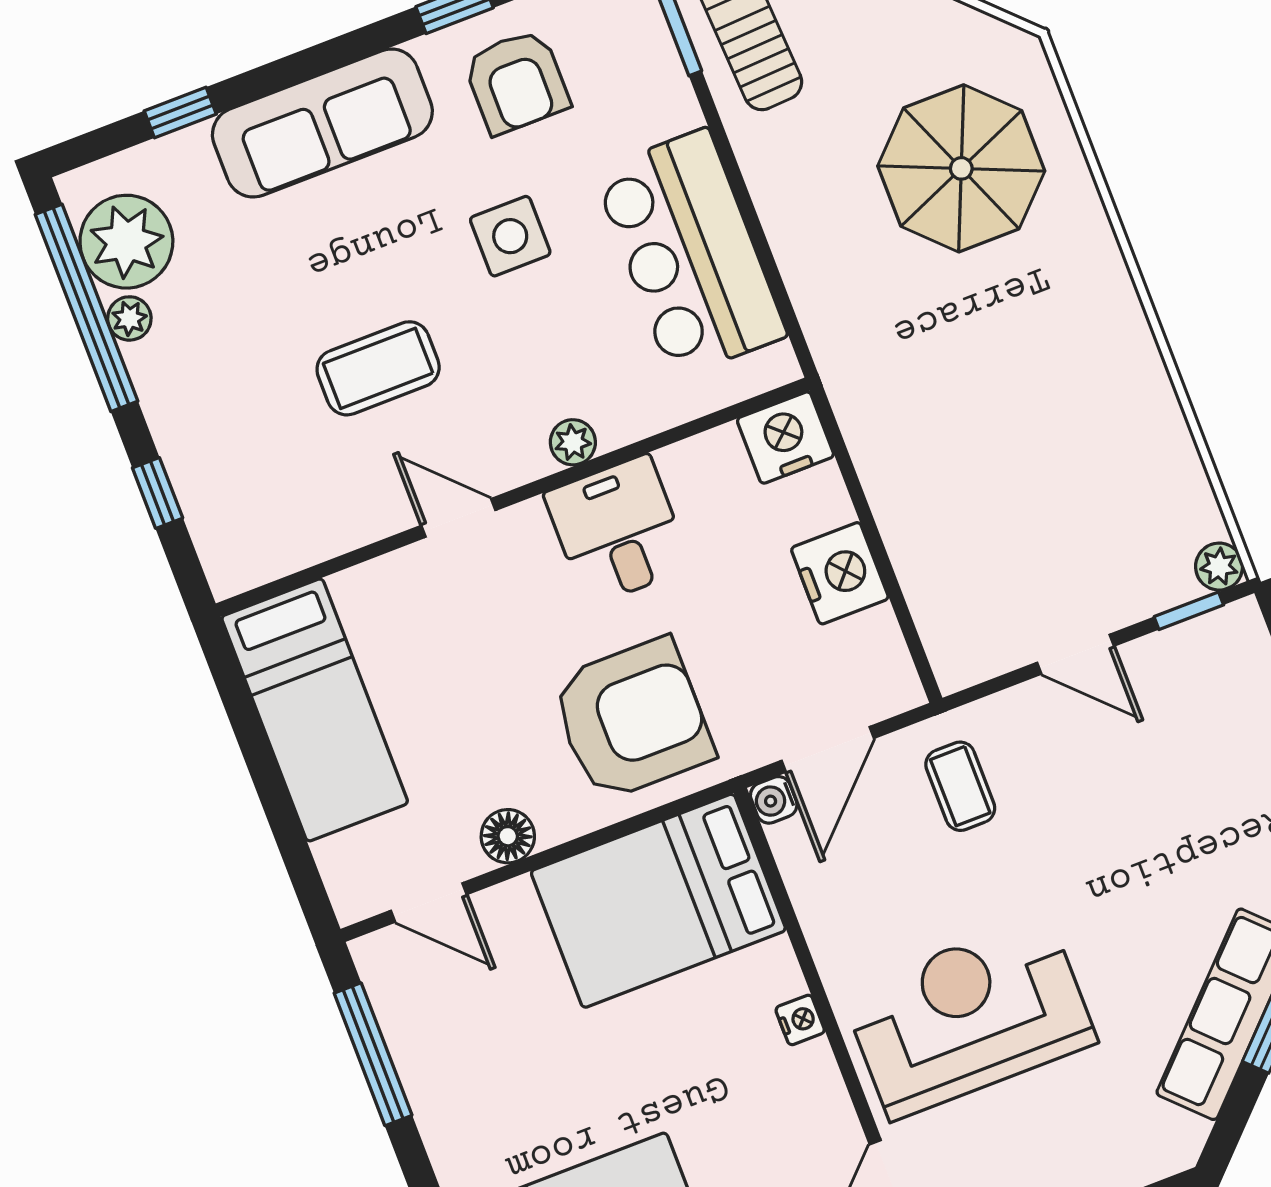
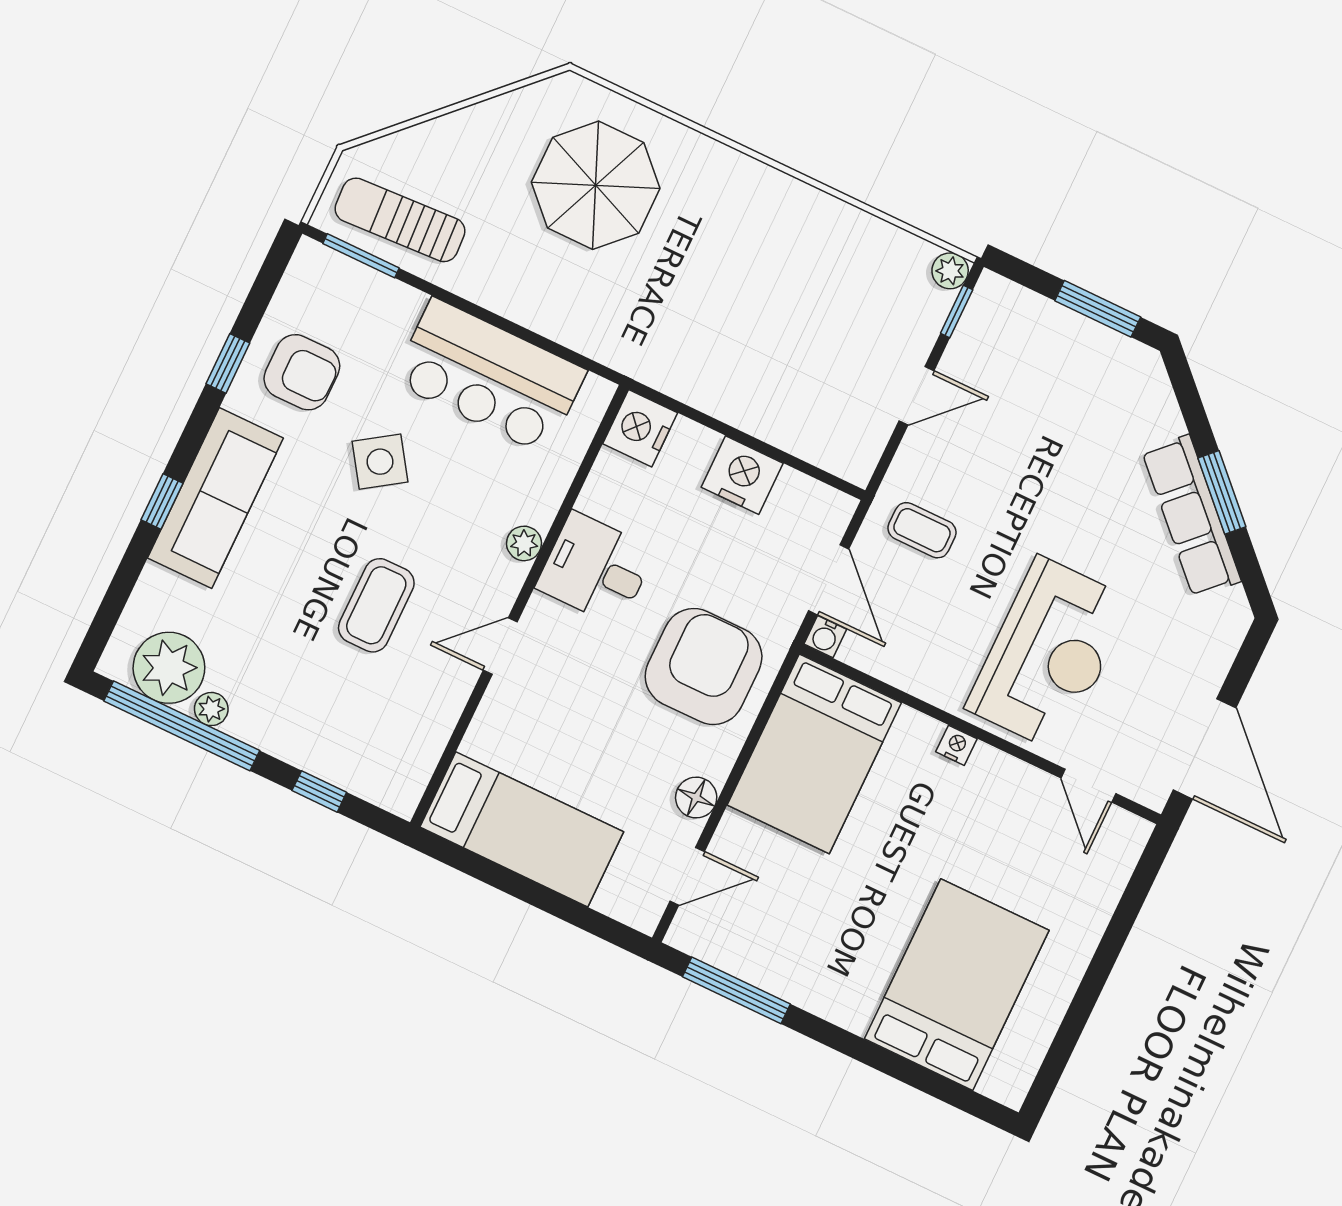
window: (180, 113) -> (162, 501), moved
side table: (510, 236) -> (380, 462), turned -34
reception desk: (969, 1017) -> (1049, 654), turned 180

